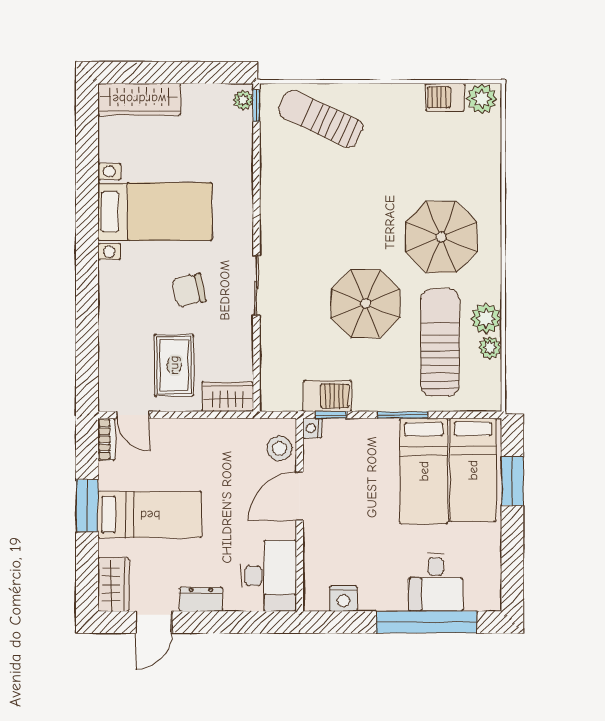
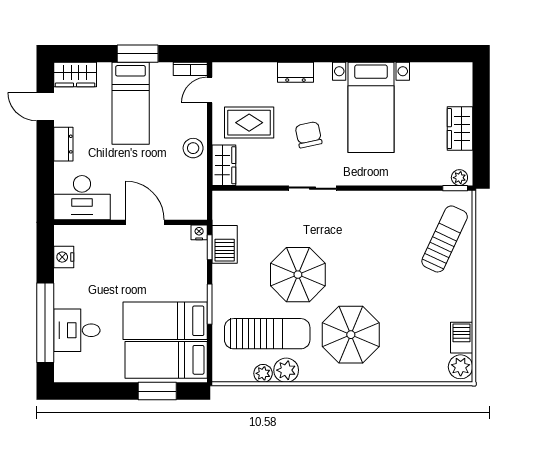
wardrobe: (139, 99) -> (460, 129), moved, width x0.67
dresser: (110, 307) -> (295, 72), added
stool: (279, 448) -> (193, 148), moved

